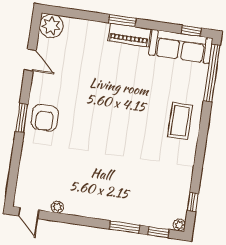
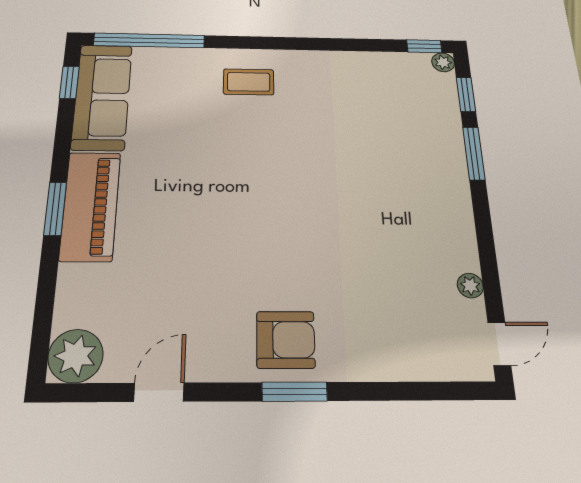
piano: (129, 35) -> (90, 206), width x1.37, depth x1.33
coffee table: (180, 121) -> (249, 82), width x0.73, depth x0.77
window: (193, 202) -> (424, 46), moved

